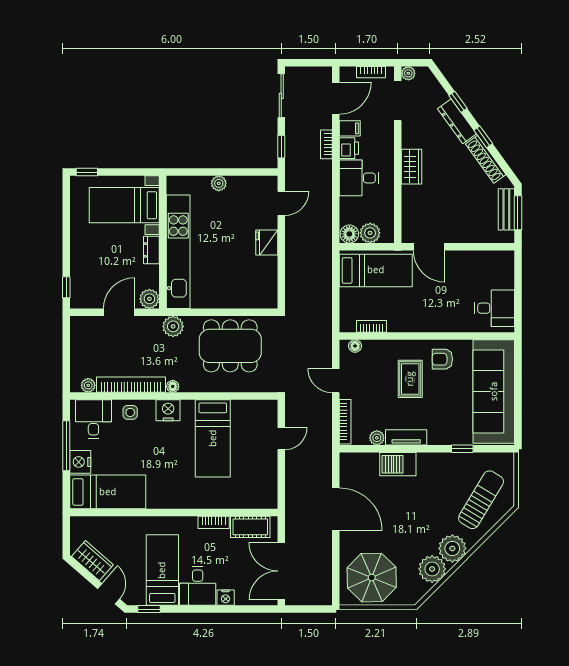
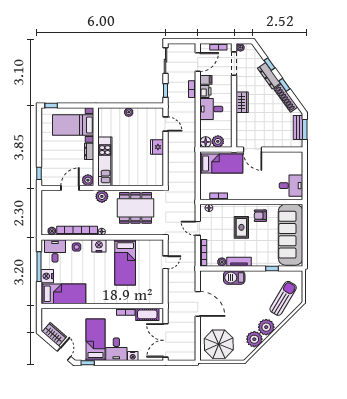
door: (281, 203) -> (166, 124), hinge flipped
kitchen unit: (178, 252) -> (105, 161), width x0.73

